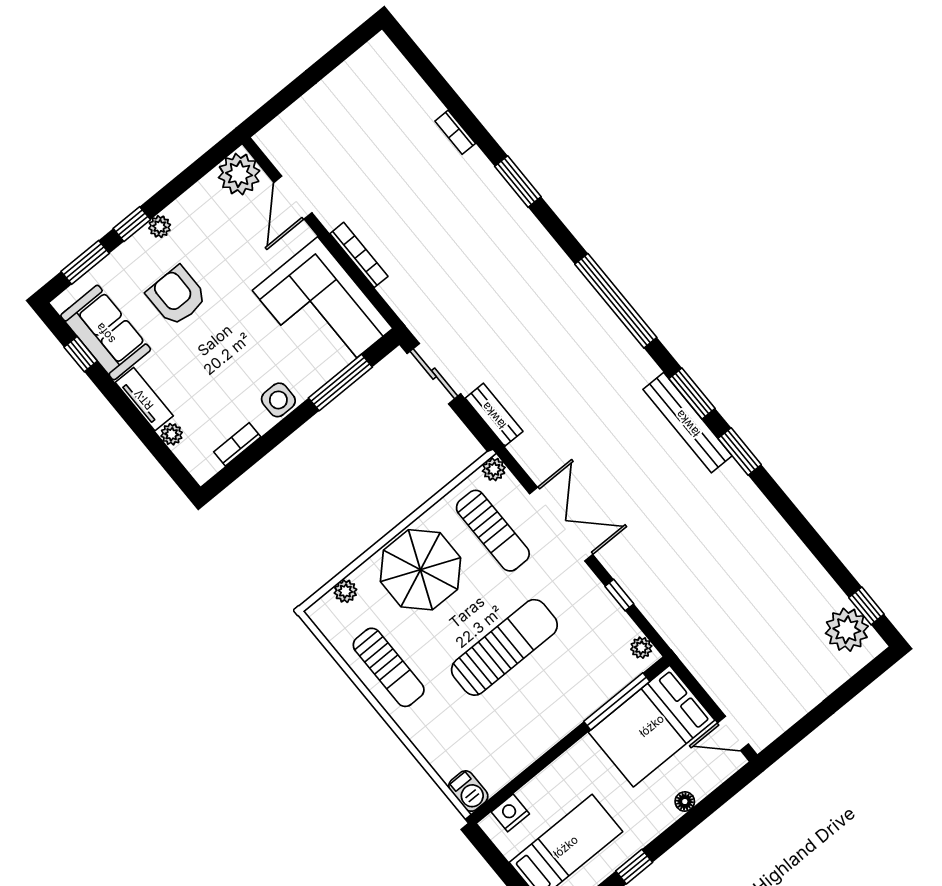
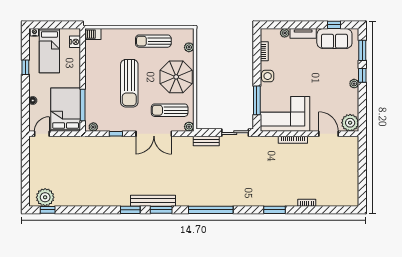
armchair: (177, 296) -> (328, 71), removed

